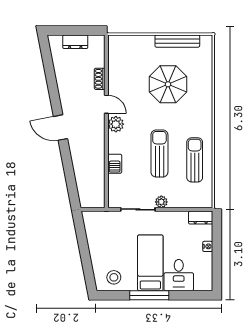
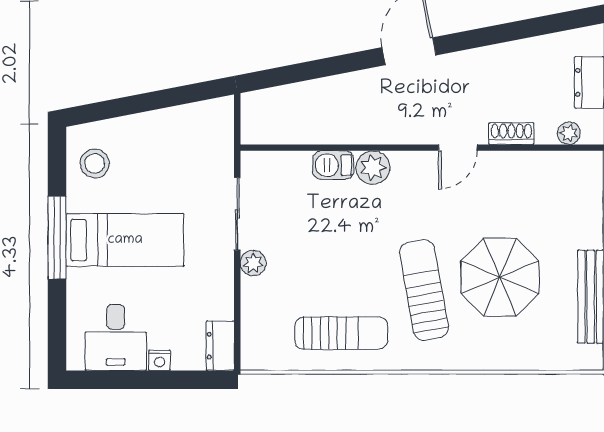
plant: (99, 51) -> (569, 133), added
plant: (116, 124) -> (373, 168), moved
sun lounger: (159, 153) -> (424, 290), moved, turned -100
desk: (179, 275) -> (116, 338), moved, turned -90

